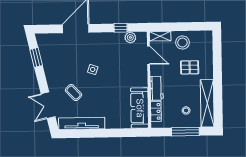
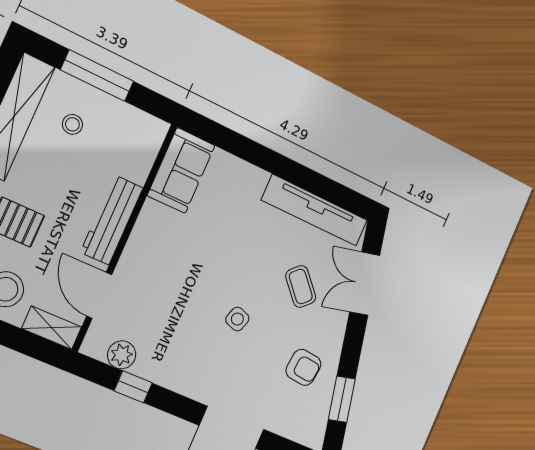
armchair: (58, 63) -> (303, 367), added
workbench: (157, 88) -> (112, 220), width x1.38
double door: (48, 105) -> (365, 284), swing flipped
sofa: (140, 108) -> (181, 170), width x0.73
locker: (156, 111) -> (143, 157), removed

